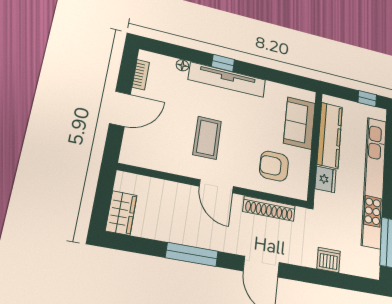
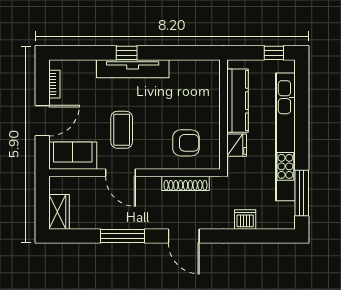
floor lamp: (182, 65) -> (90, 65), removed
sofa: (299, 123) -> (73, 156), moved, turned 90
armchair: (274, 166) -> (186, 143), turned 180
door: (216, 186) -> (121, 173), moved

